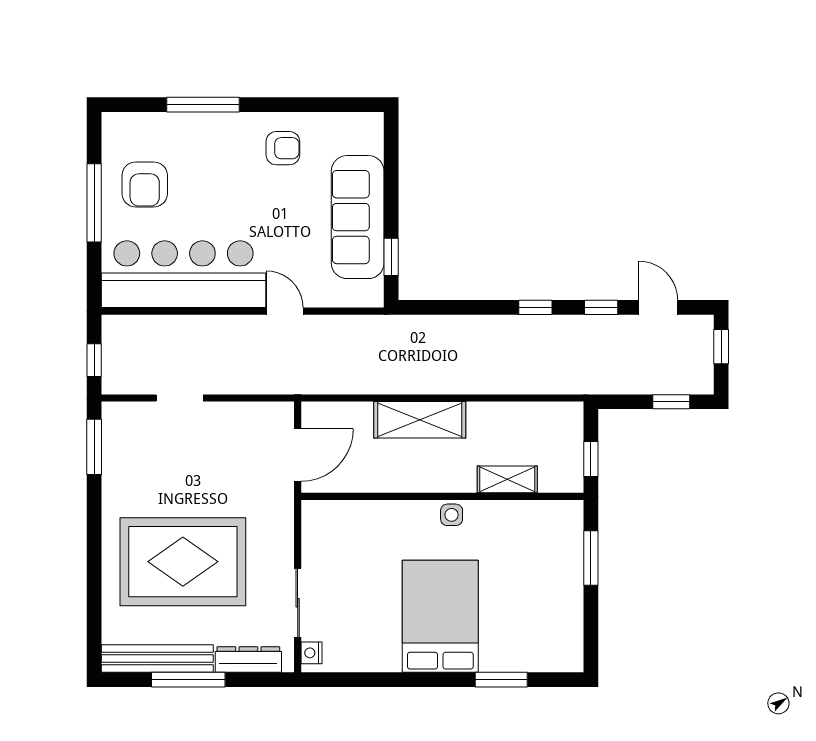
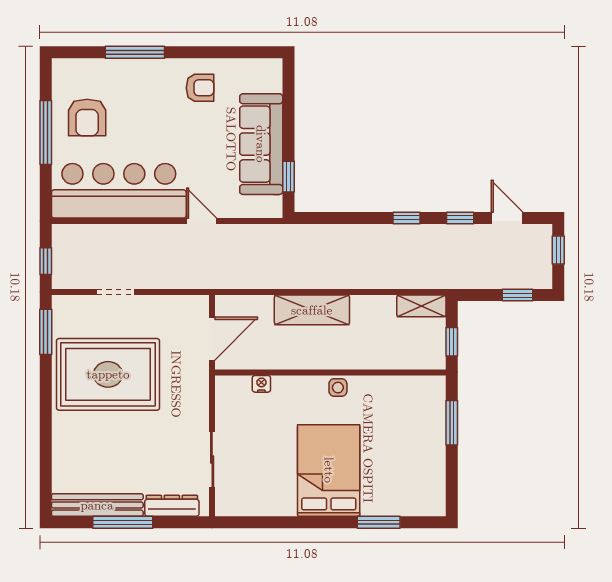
shelving: (507, 479) -> (421, 306), moved
rug: (183, 562) -> (108, 374), moved
nightstand: (311, 653) -> (261, 384), moved, turned 90

